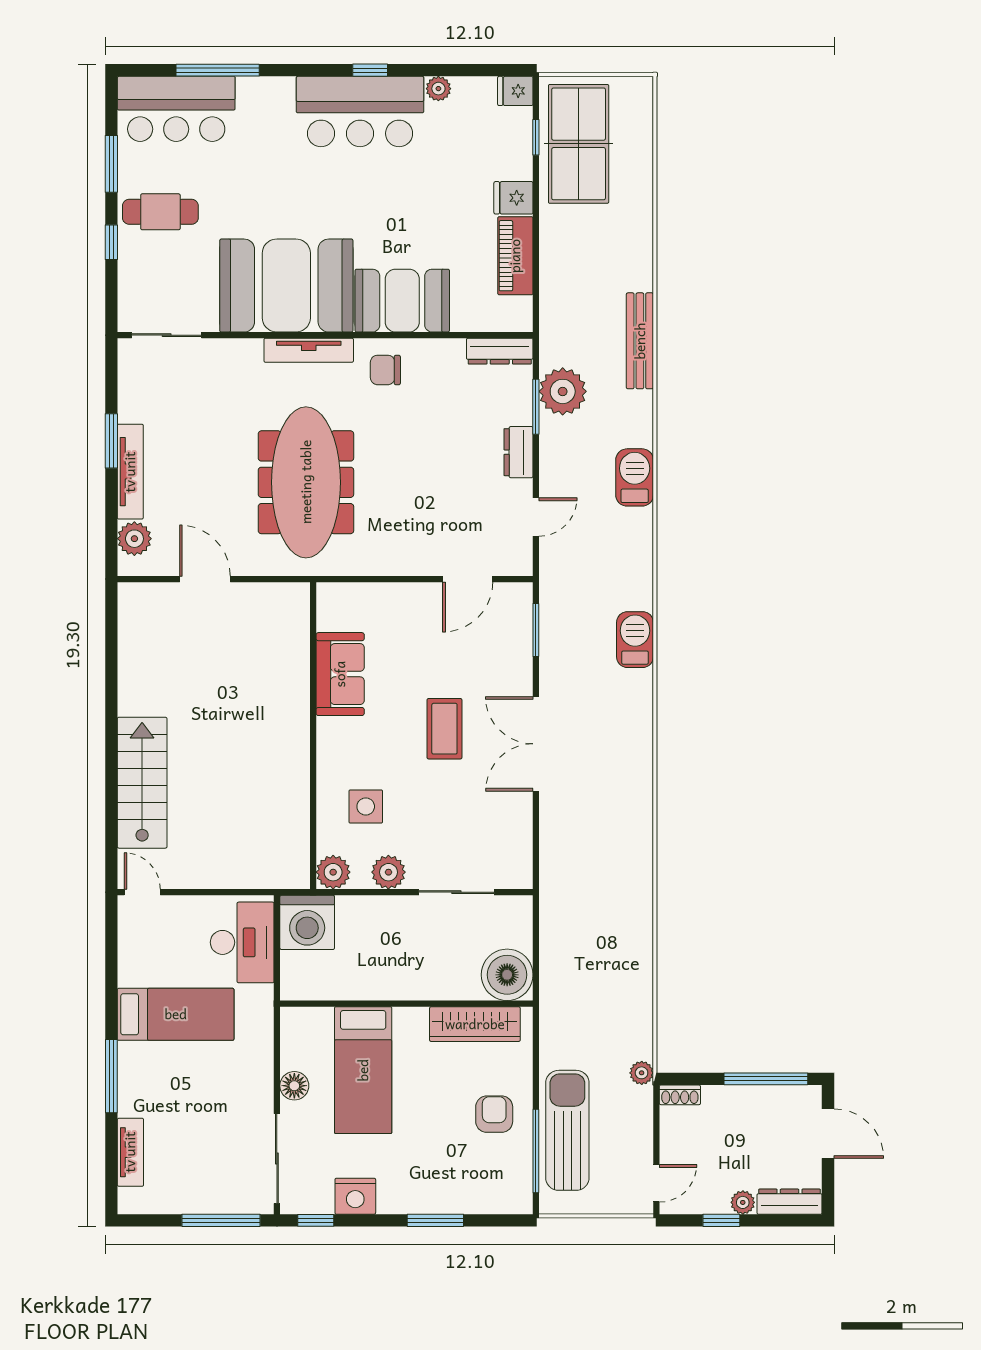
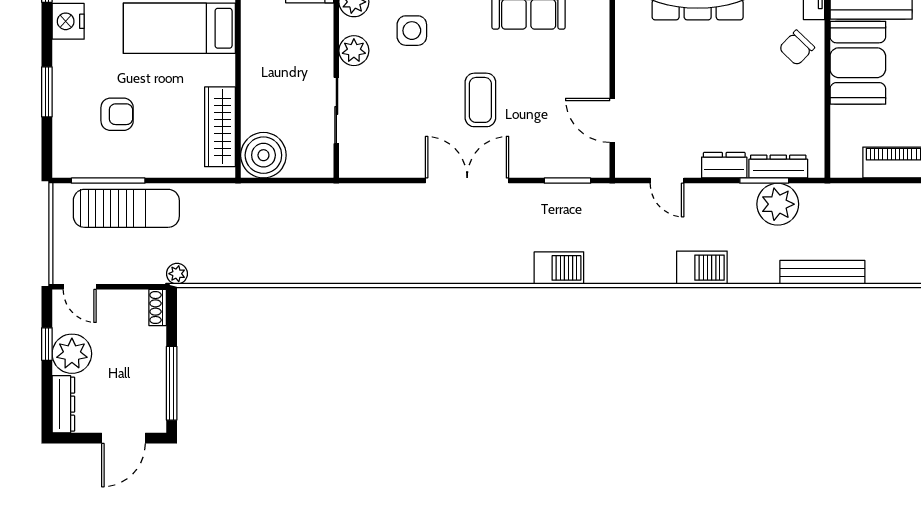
dresser: (500, 351) -> (778, 166), moved, turned 90
chair: (385, 370) -> (797, 48), turned -136
coffee table: (444, 729) -> (480, 100), turned 90
armchair: (494, 1114) -> (117, 114), moved
plant: (743, 1202) -> (72, 354), width x1.87, depth x1.87

